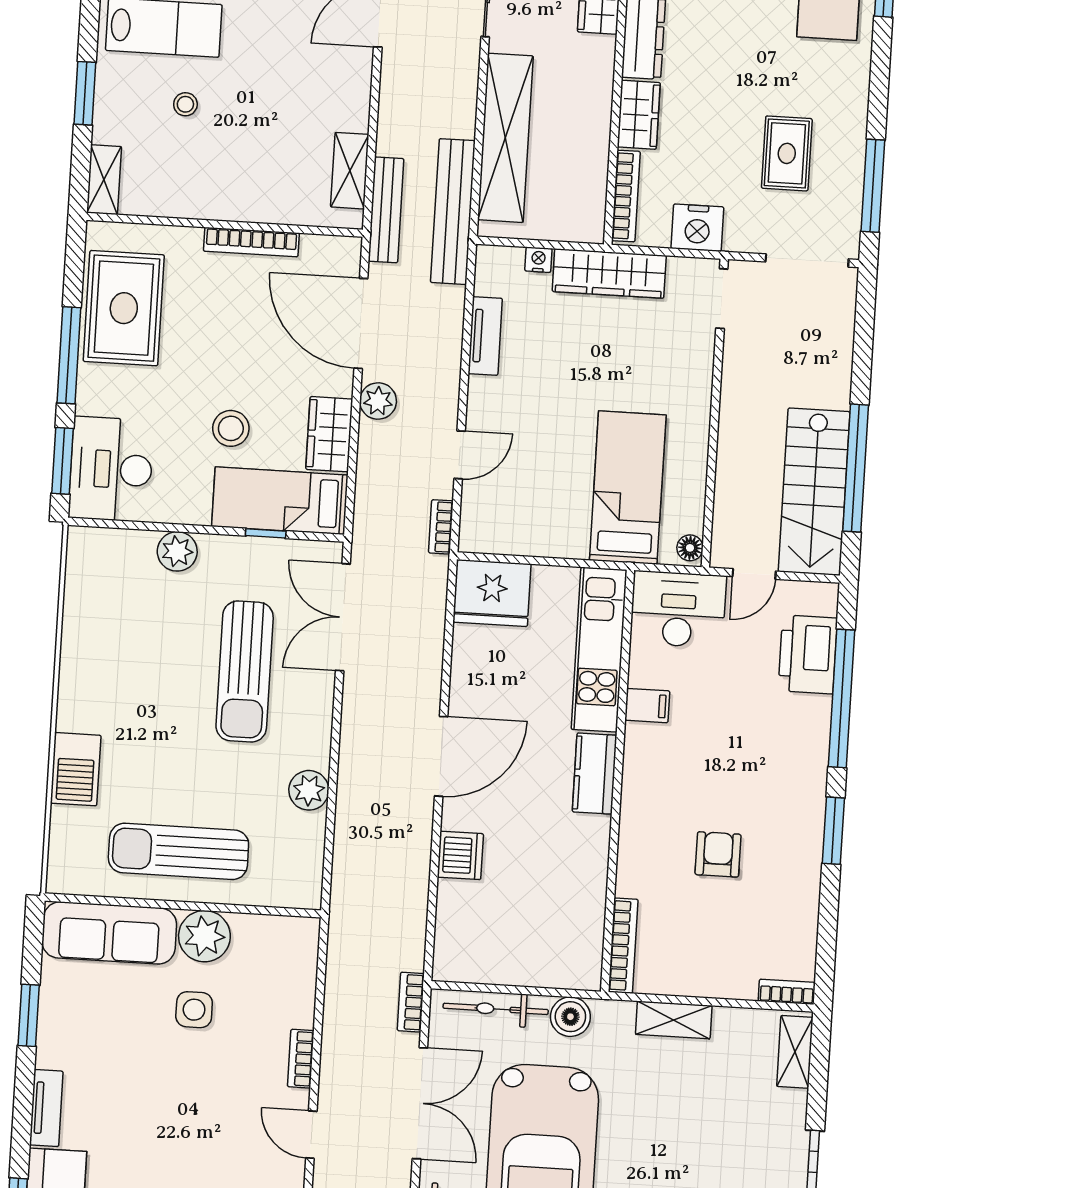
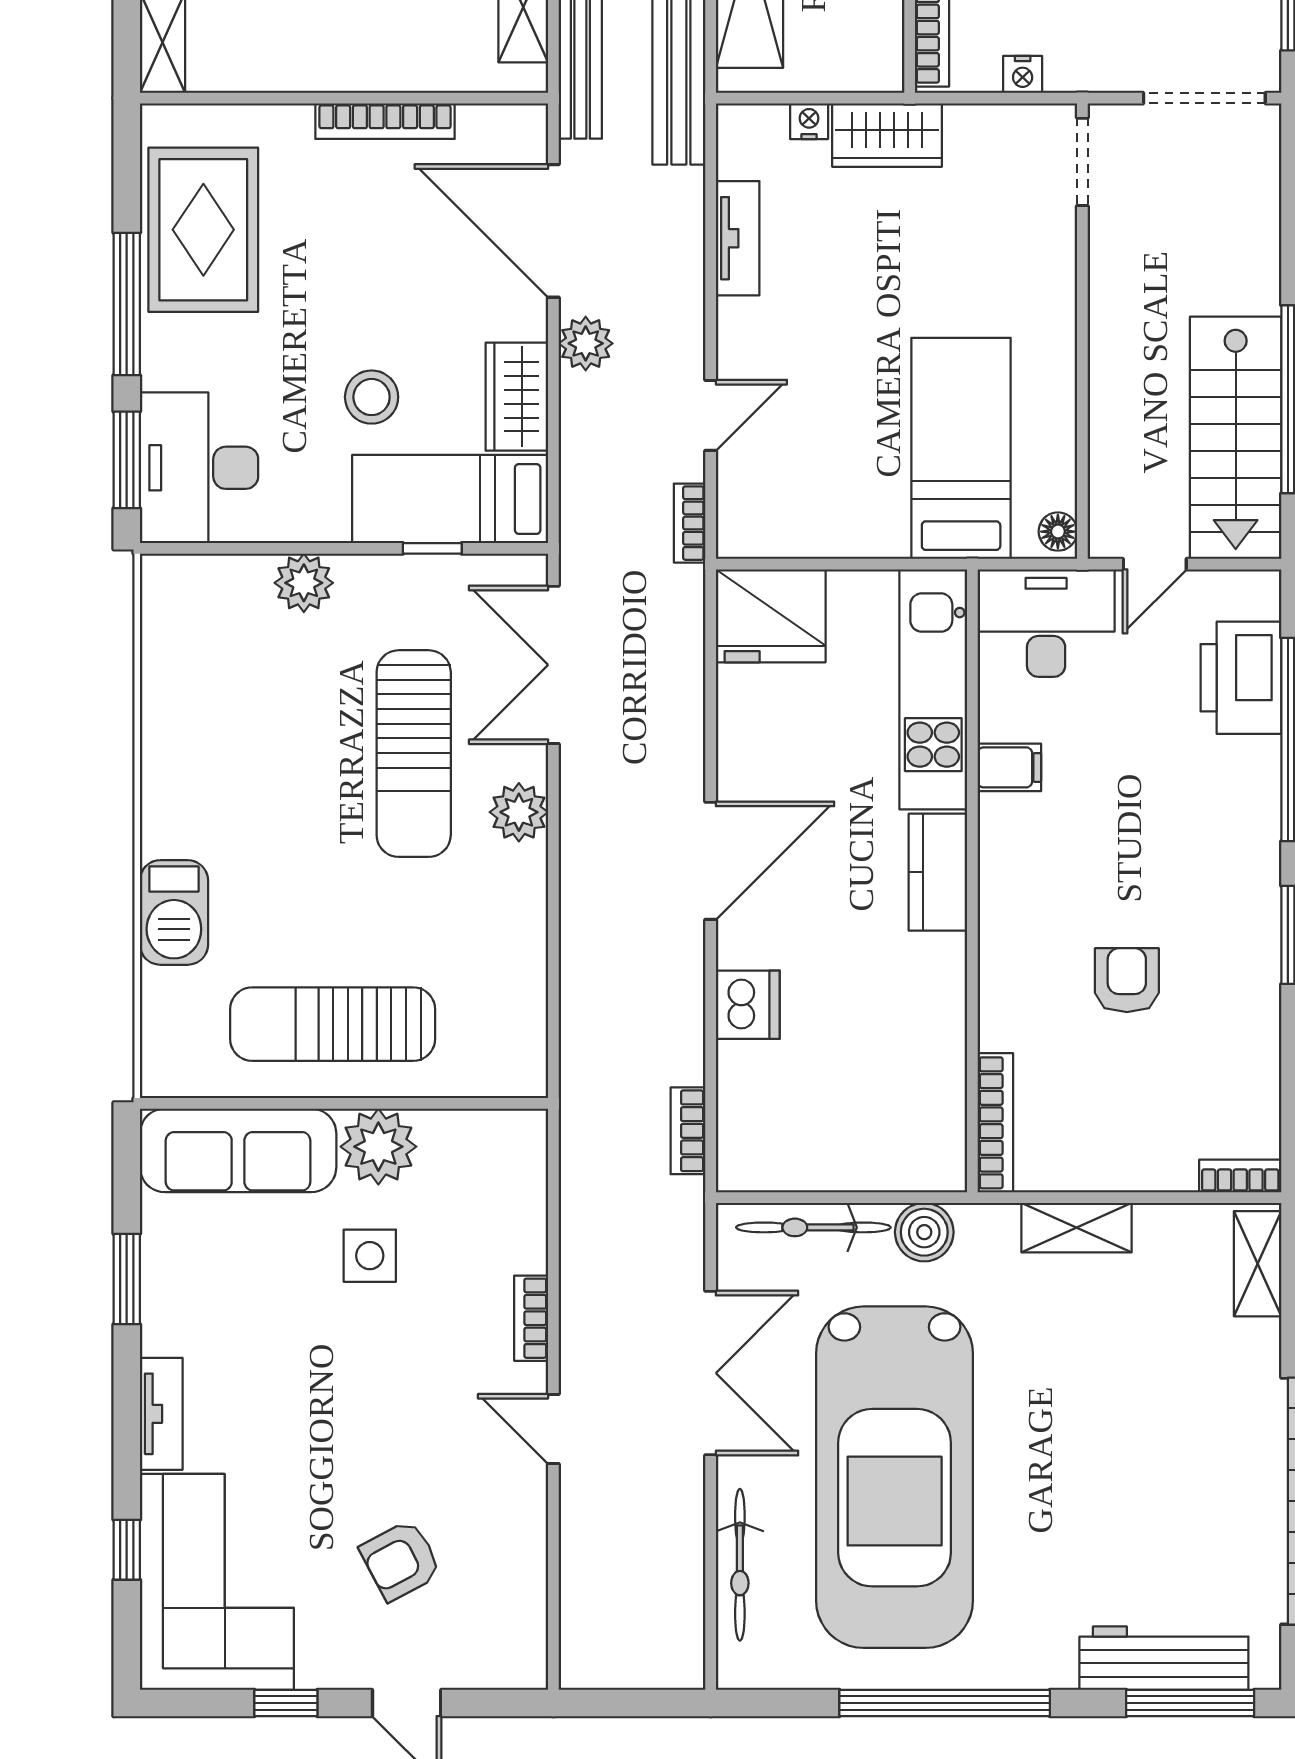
nightstand: (697, 228) -> (1023, 74), width x0.53, depth x0.56
wardrobe: (609, 274) -> (887, 135), width x0.67
plant: (309, 790) -> (519, 812), moved
bookcase: (411, 1002) -> (688, 1131), moved

